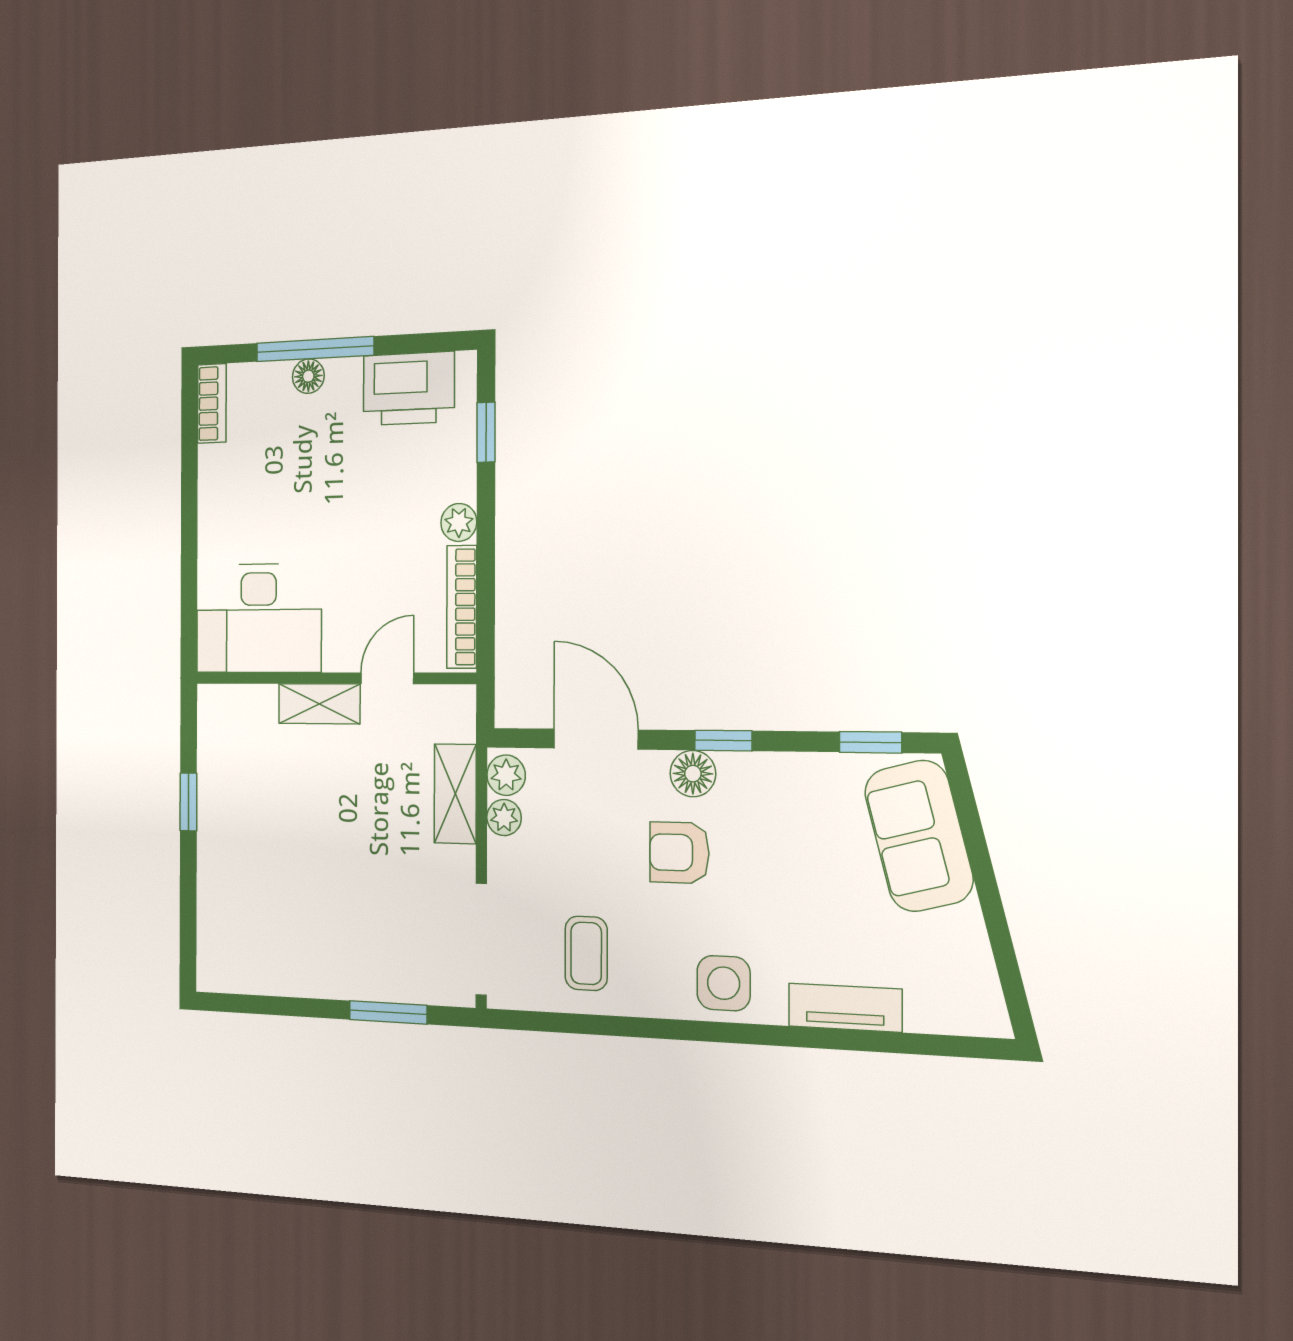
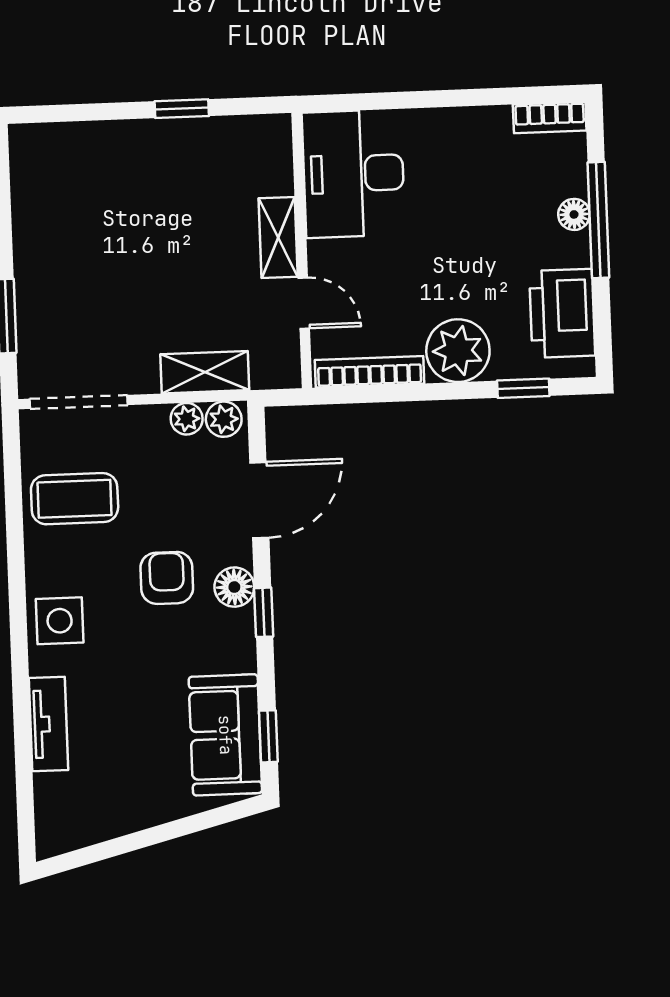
plant: (459, 522) -> (458, 351), width x1.87, depth x1.87
sofa: (919, 836) -> (225, 735), moved, turned -76
coffee table: (586, 953) -> (75, 499), width x1.36, depth x1.30

